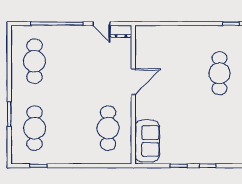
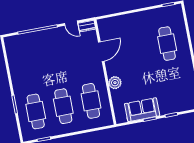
cafe table: (35, 61) -> (63, 106), moved
door: (133, 82) -> (101, 52), moved
plant: (143, 111) -> (115, 83), added
sofa: (147, 141) -> (142, 110), moved, turned -90

